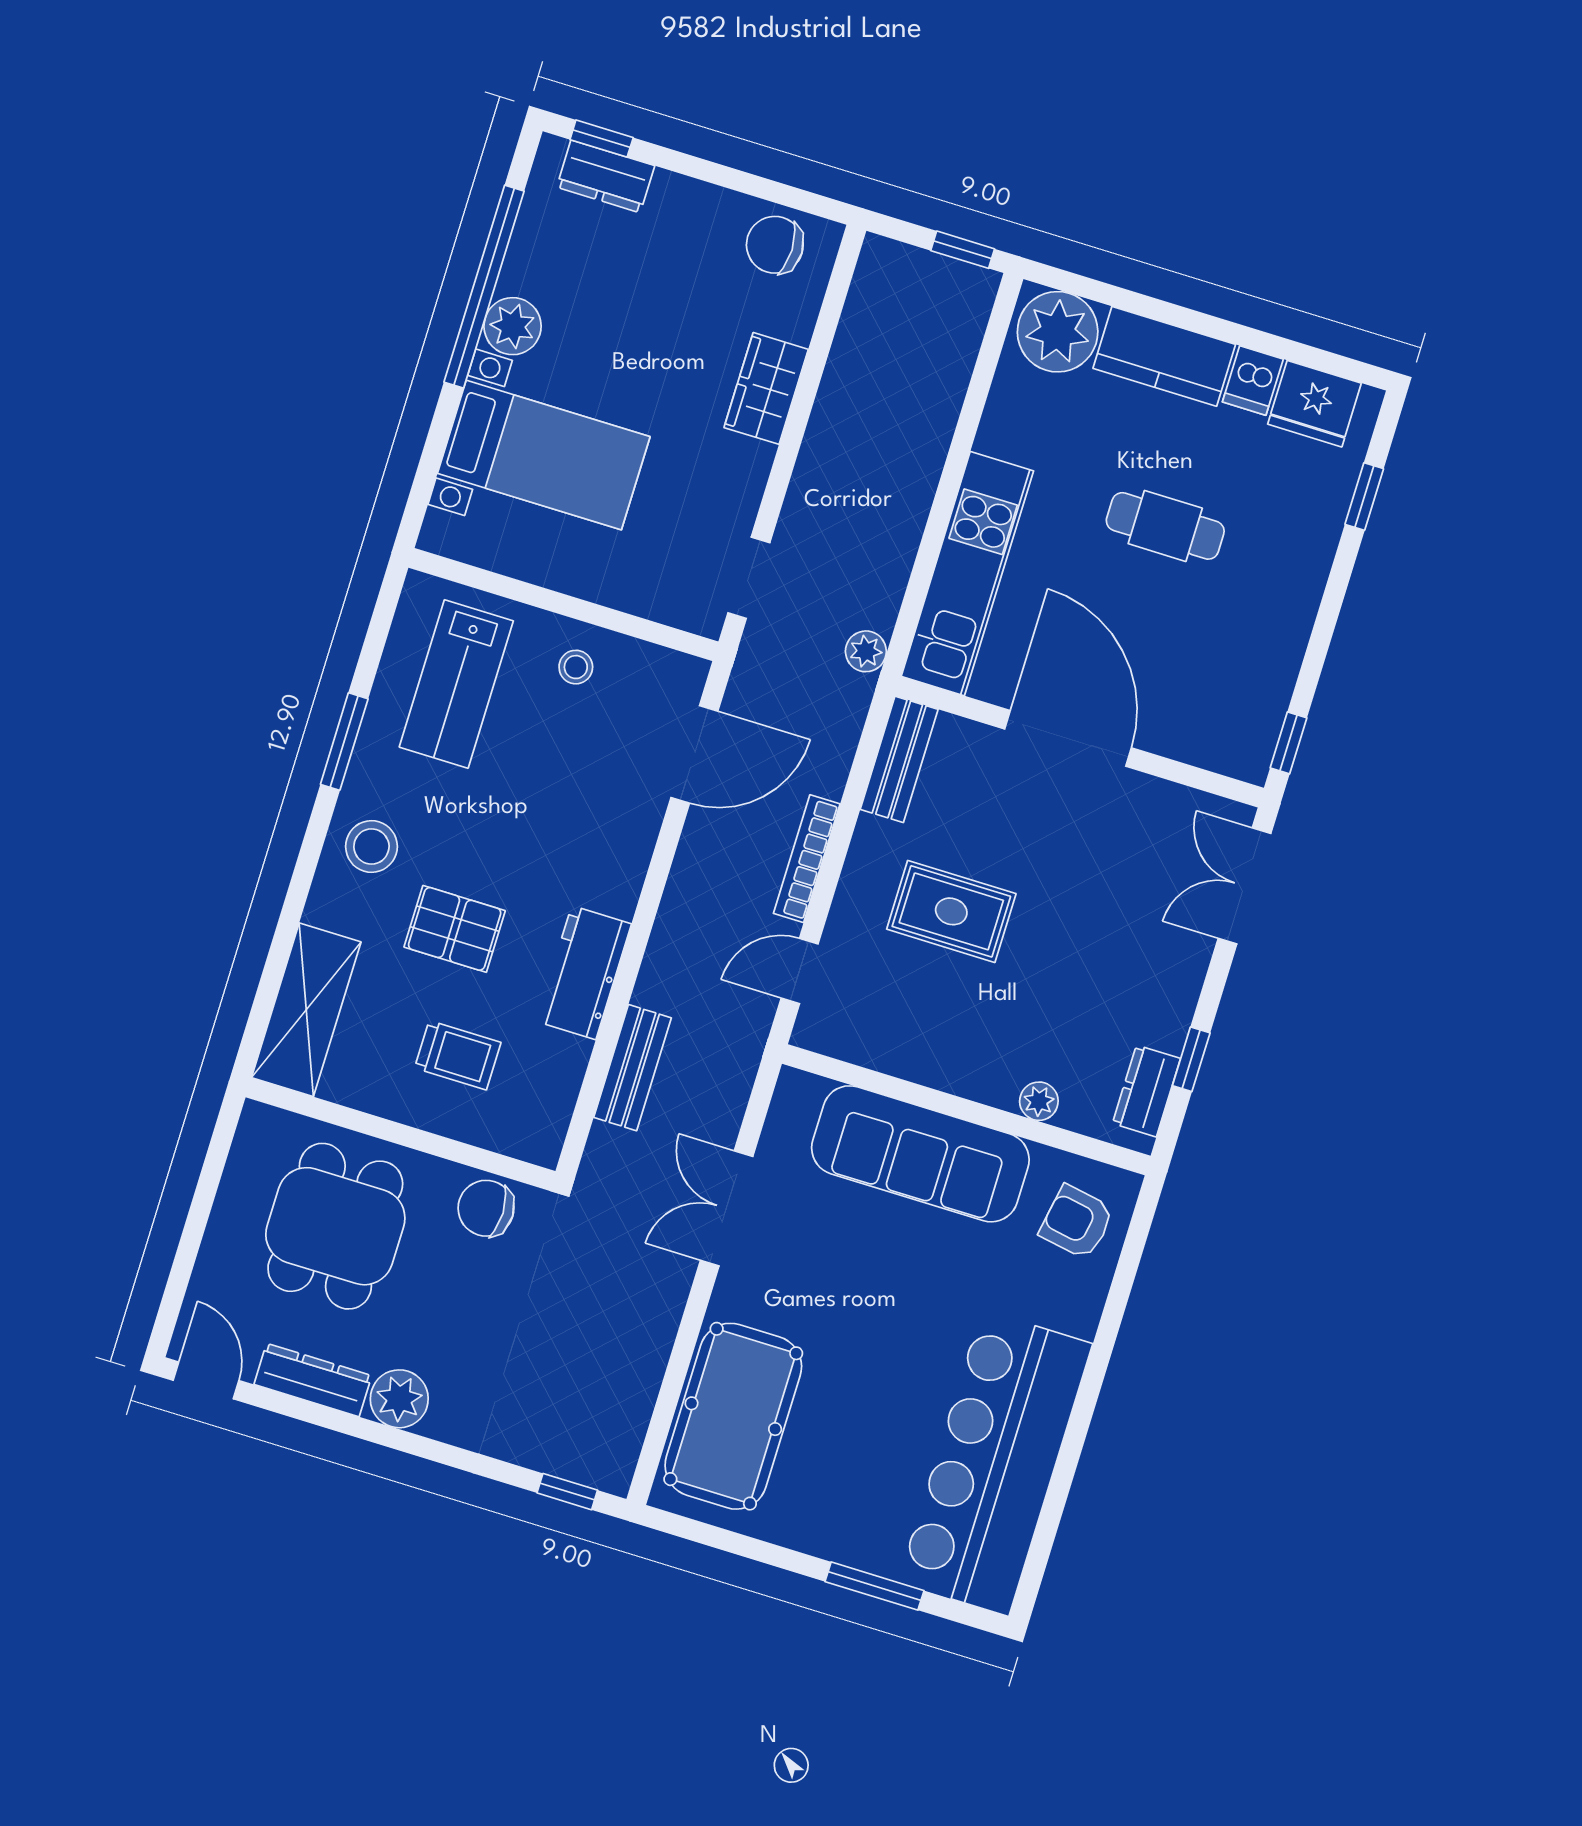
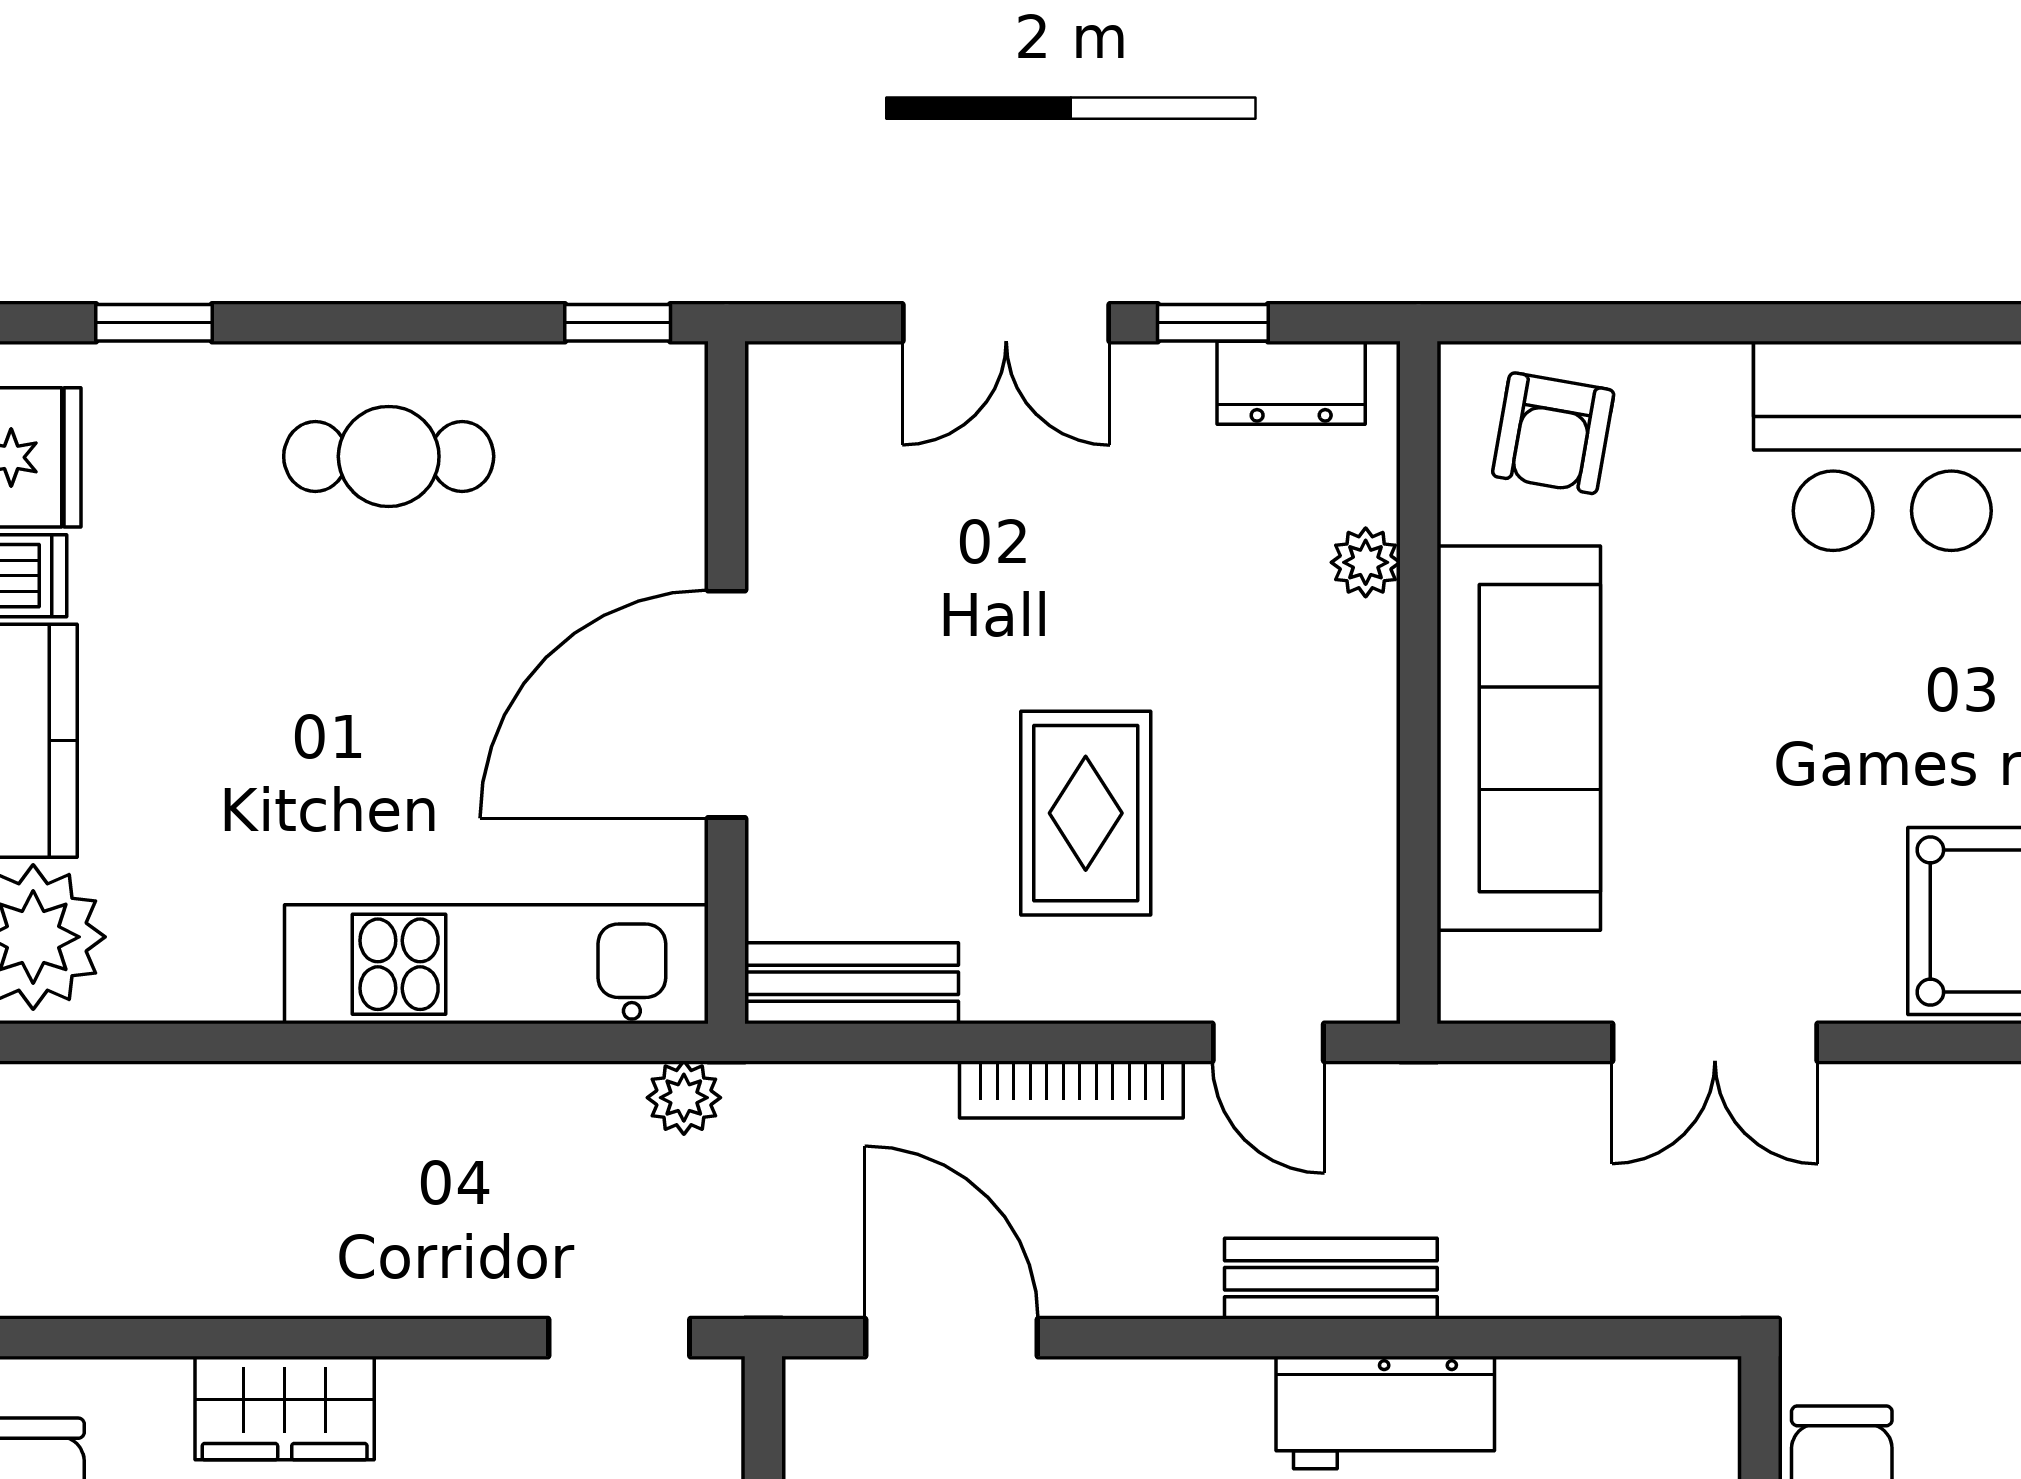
cafe table: (1165, 526) -> (389, 456), moved, turned 90
double door: (1245, 886) -> (1006, 323), moved
bench: (632, 1068) -> (1331, 1279), moved

